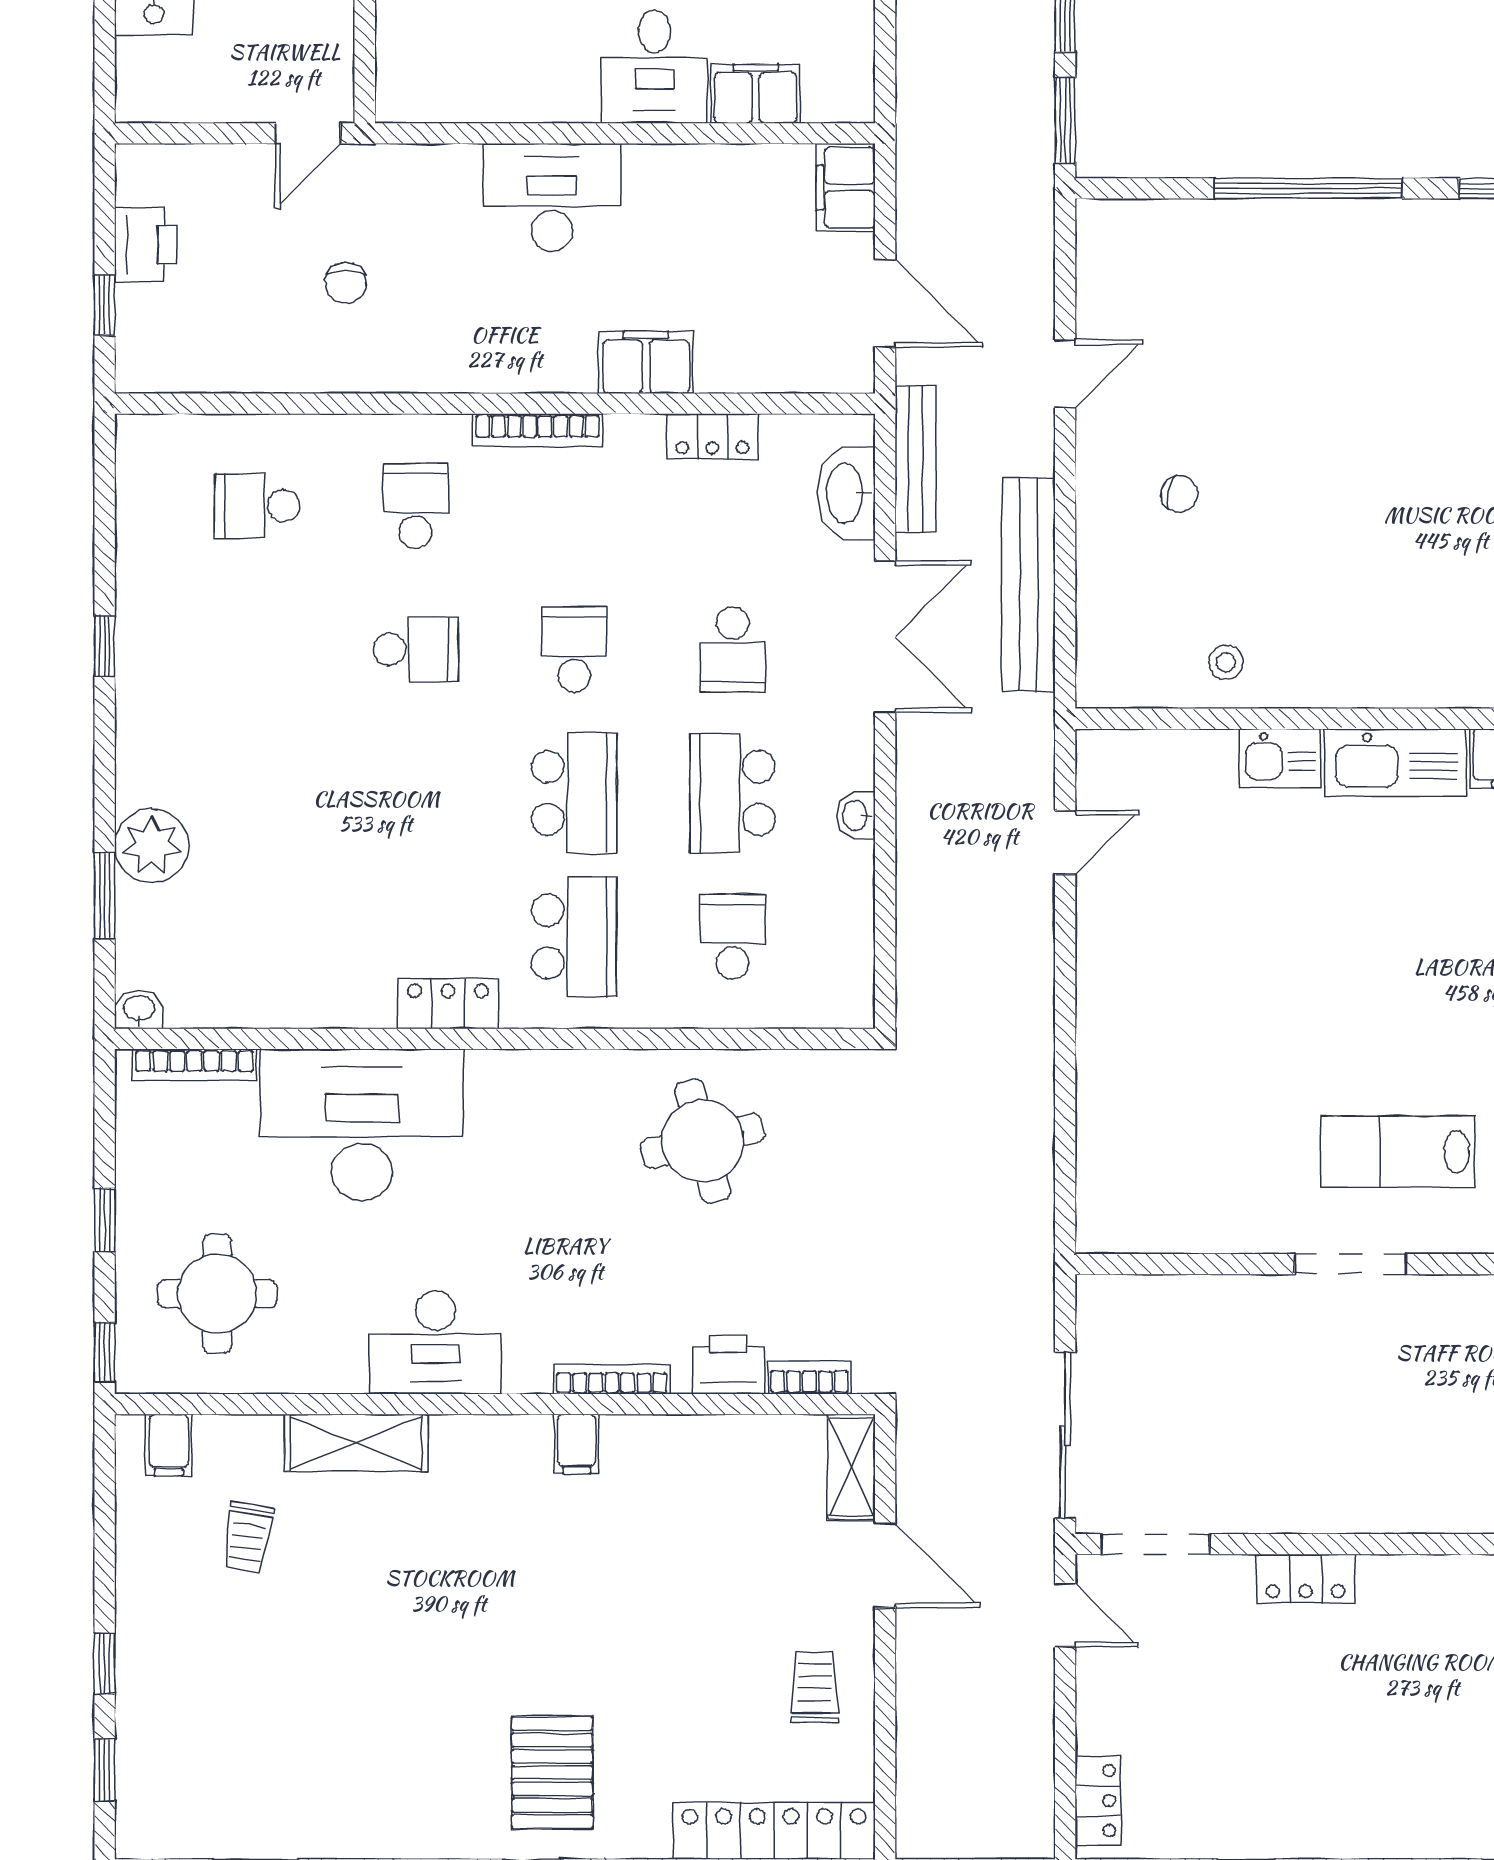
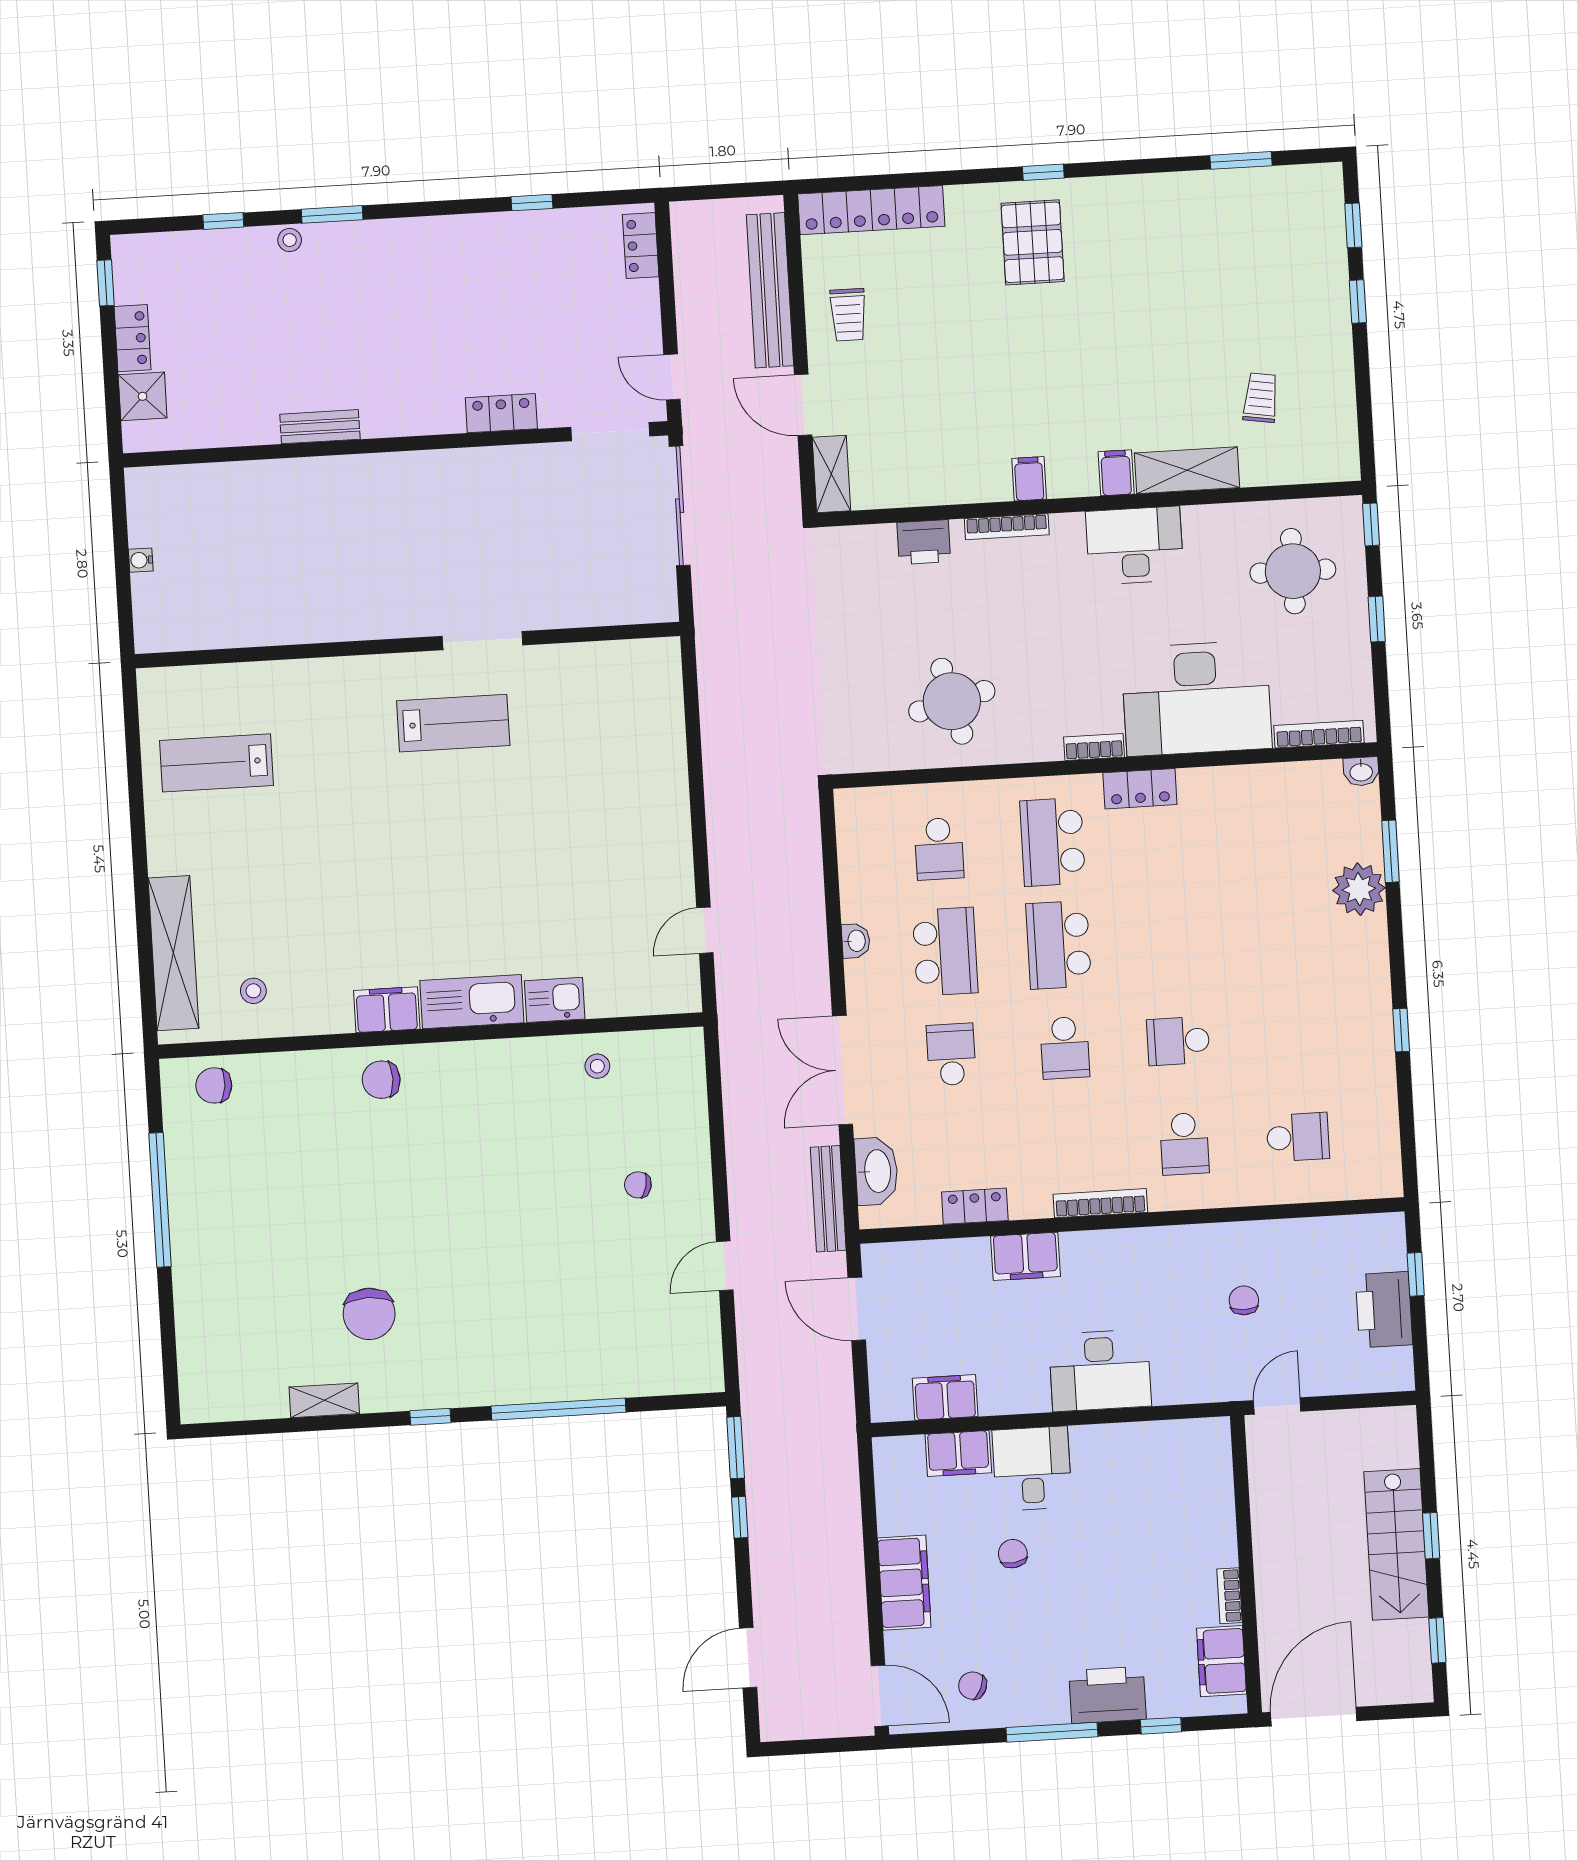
filing cabinet: (846, 187) -> (945, 1397), moved, turned -90
printer: (146, 245) -> (1384, 1310), width x1.37, depth x1.19
bench: (1028, 584) -> (770, 290), moved
bookcase: (809, 1378) -> (1094, 747), moved, turned 180
filing cabinet: (169, 1445) -> (1116, 473), moved

